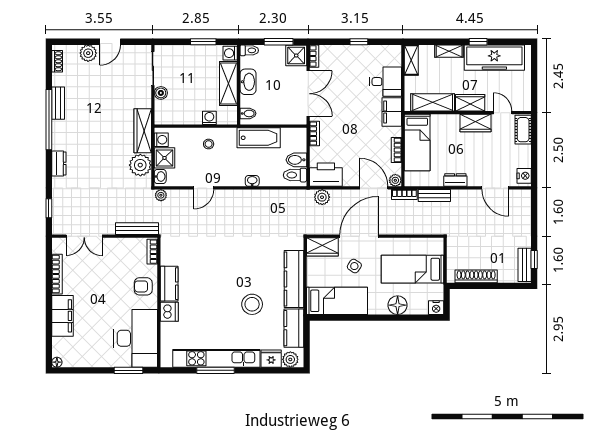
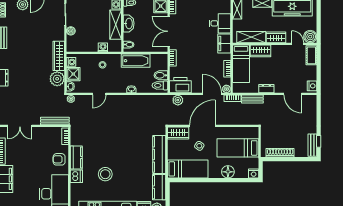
double door: (308, 94) -> (169, 31), swing flipped
boiler: (521, 101) -> (310, 37), added
wardrobe: (476, 123) -> (260, 51), moved
stool: (252, 304) -> (105, 174), moved

